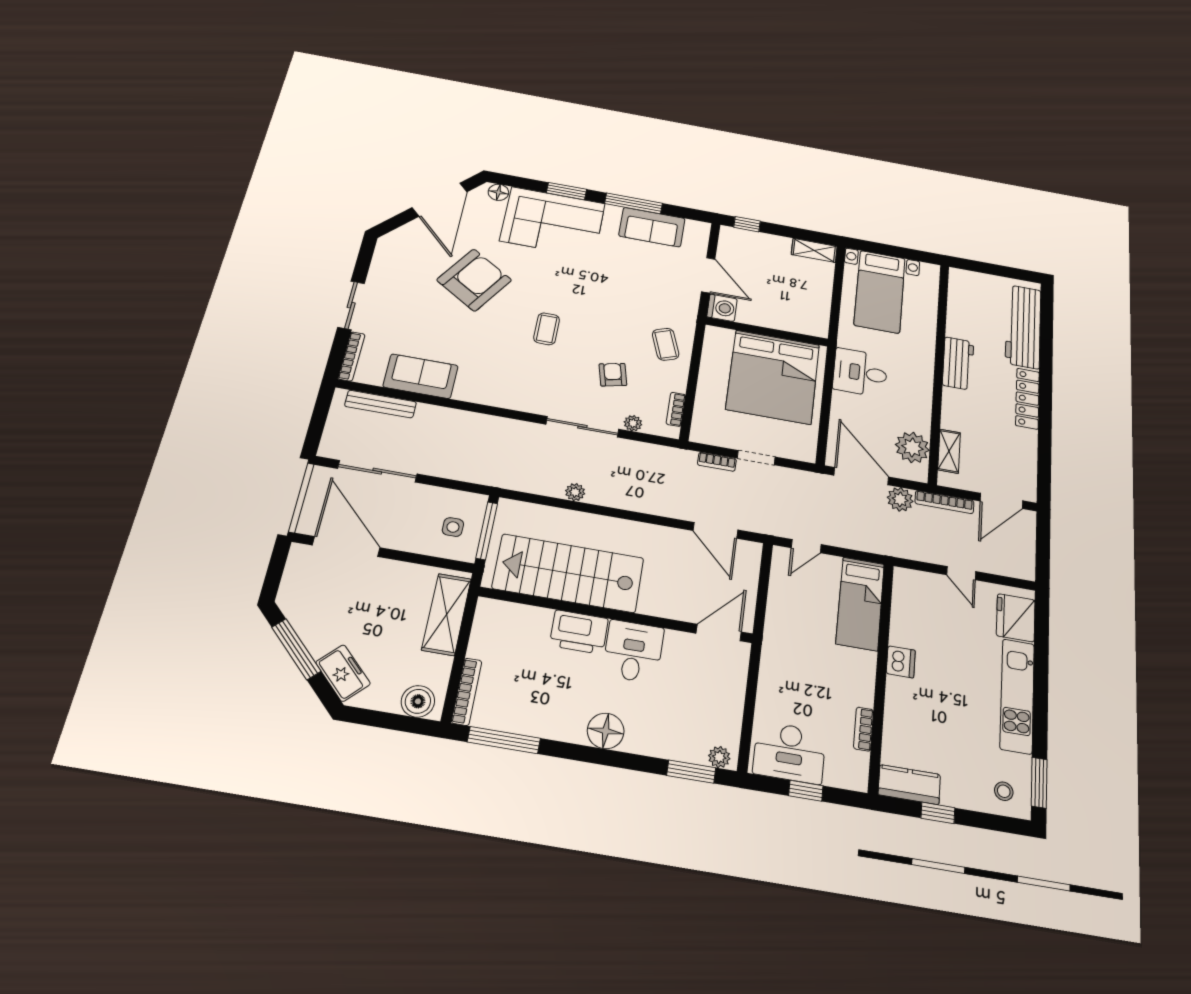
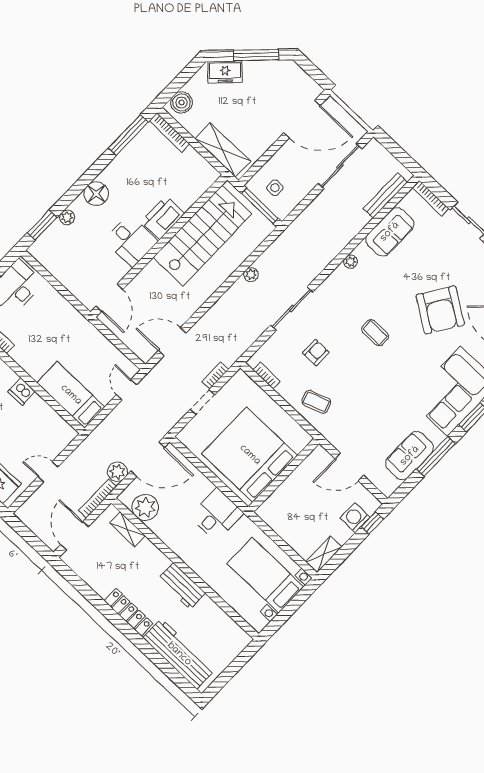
washing machine: (722, 308) -> (355, 518), moved, turned 90
armchair: (613, 375) -> (316, 353), turned -77
plant: (633, 423) -> (351, 262), moved
plant: (719, 757) -> (67, 217), moved

